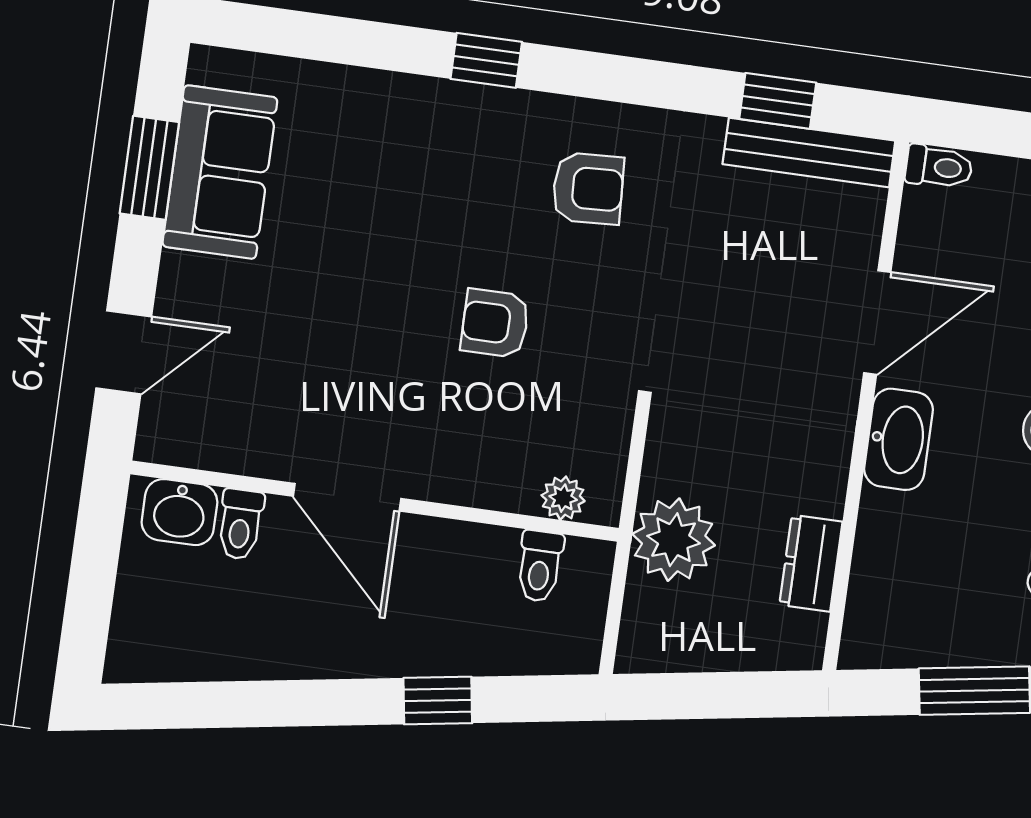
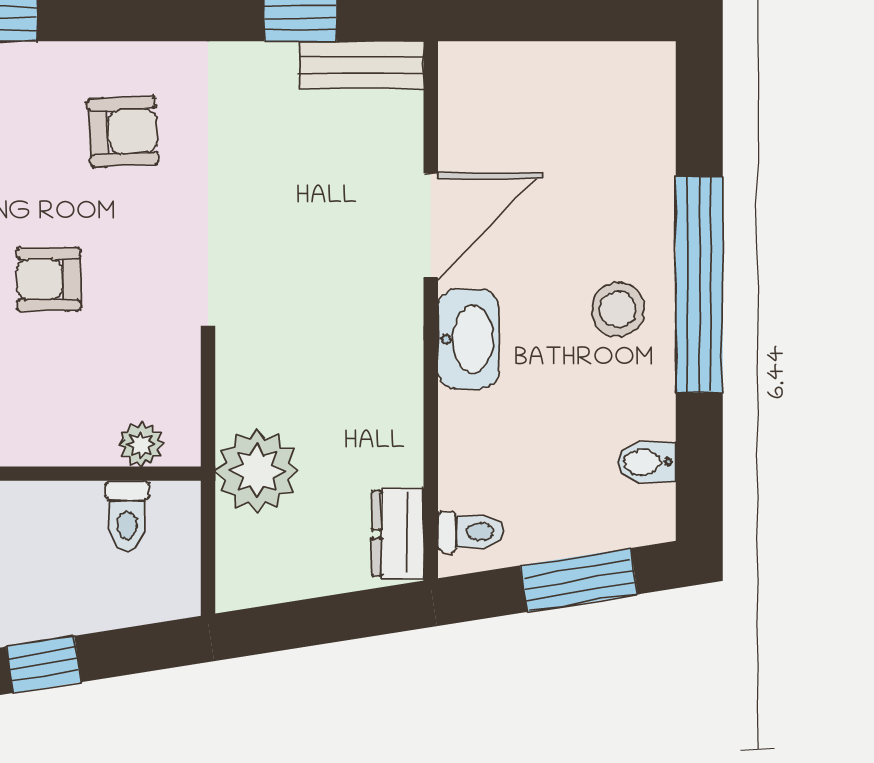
bench: (809, 152) -> (361, 65), width x0.73
toilet: (939, 167) -> (471, 532), moved
dresser: (811, 563) -> (398, 534), moved

